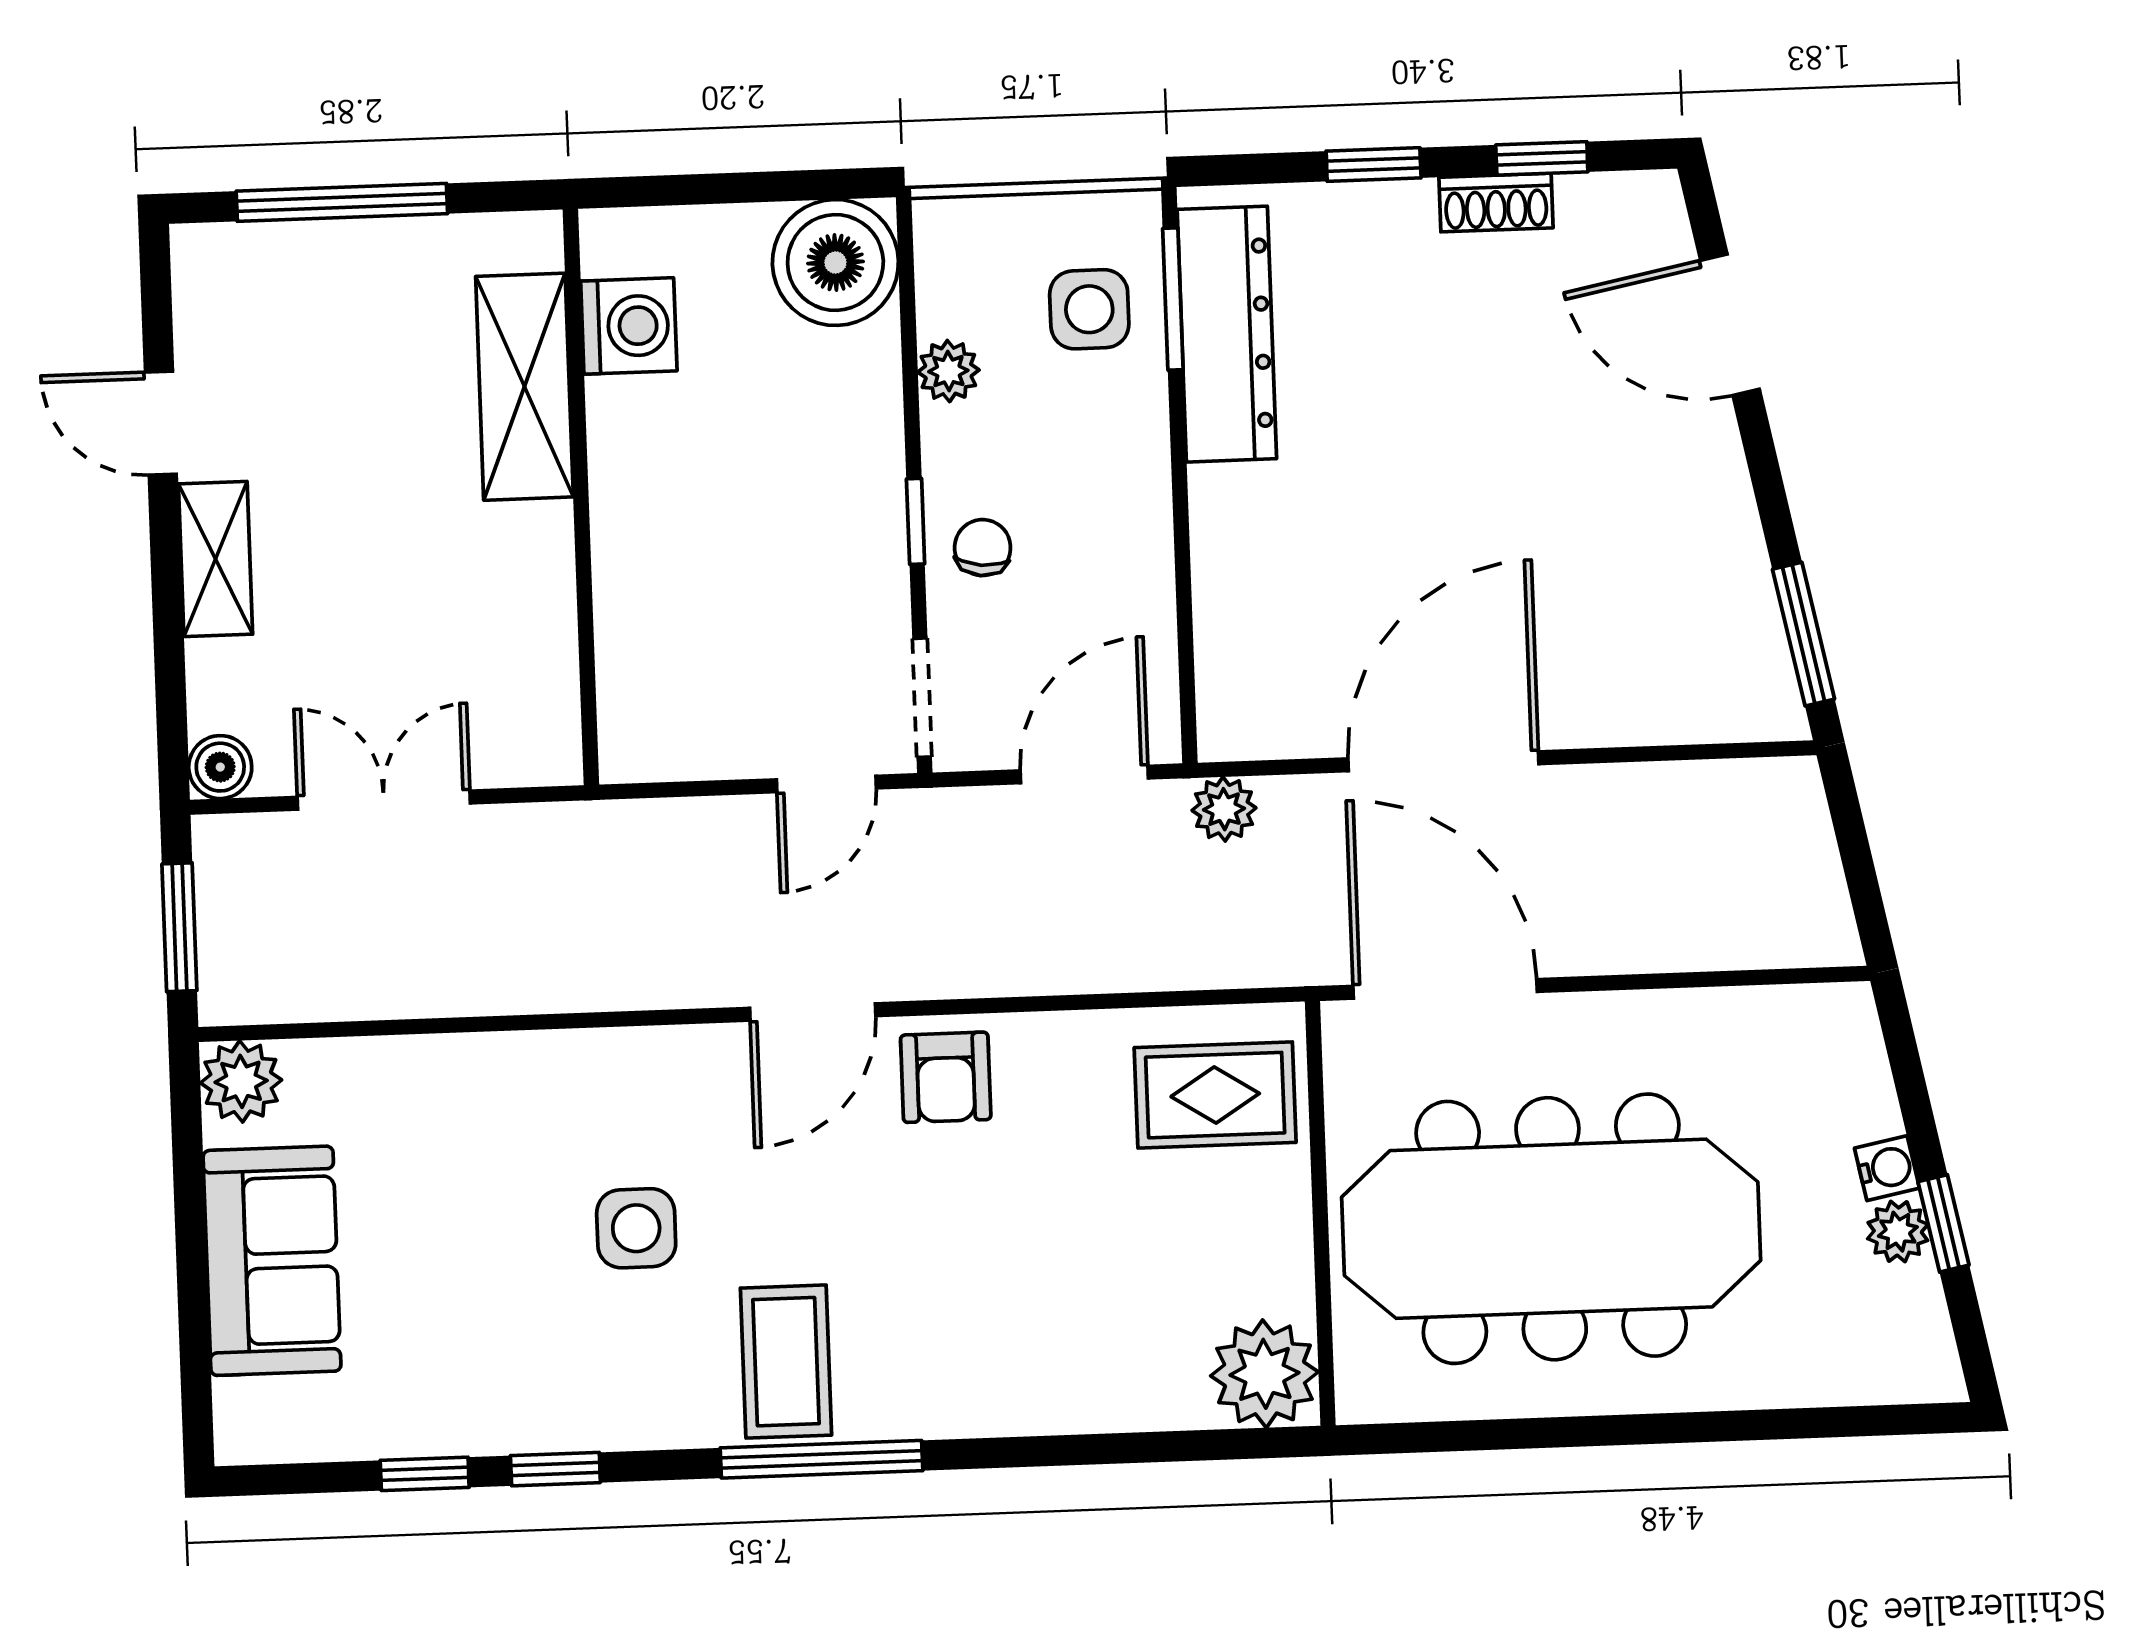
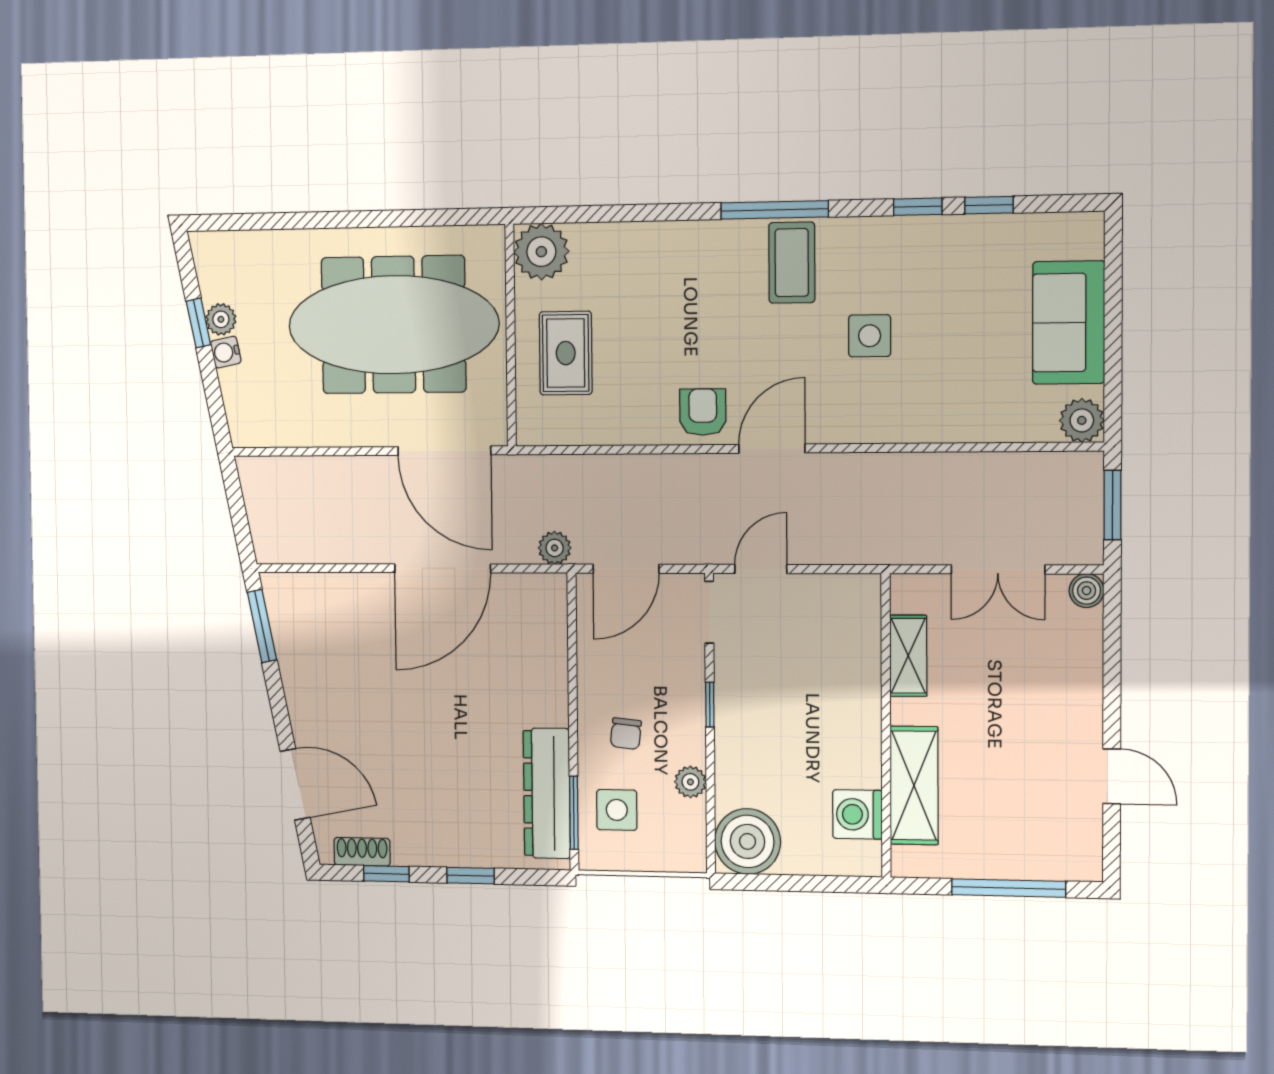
shoe rack: (1496, 203) -> (362, 852), moved
chair: (983, 548) -> (626, 734), moved
shelving: (216, 559) -> (908, 656), moved
rug: (1215, 1095) -> (566, 353), moved, turned 90

